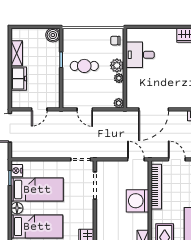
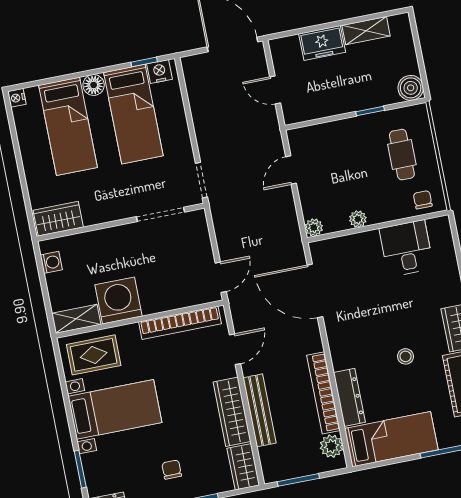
plant: (117, 65) -> (379, 211), removed
cafe table: (84, 66) -> (402, 155), moved
washing machine: (138, 201) -> (118, 301), moved

